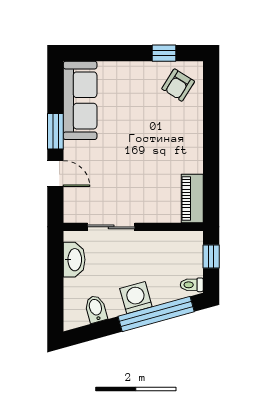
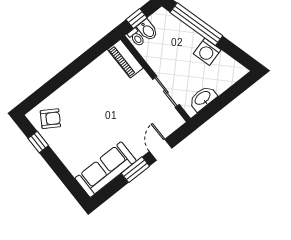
piano: (192, 198) -> (125, 59), moved, turned 90
toilet: (192, 285) -> (136, 37), moved
washing machine: (136, 298) -> (207, 52), moved
bidet: (96, 309) -> (148, 30), moved, turned -75

